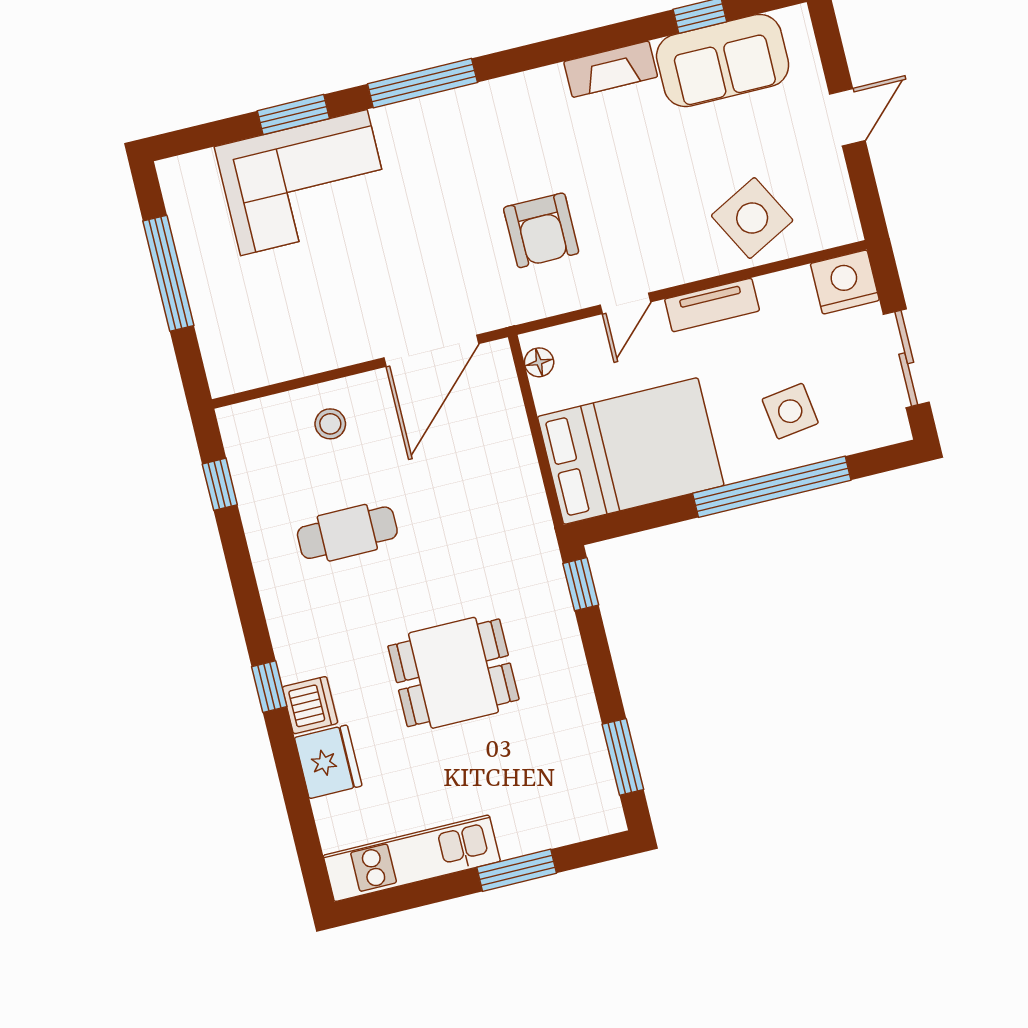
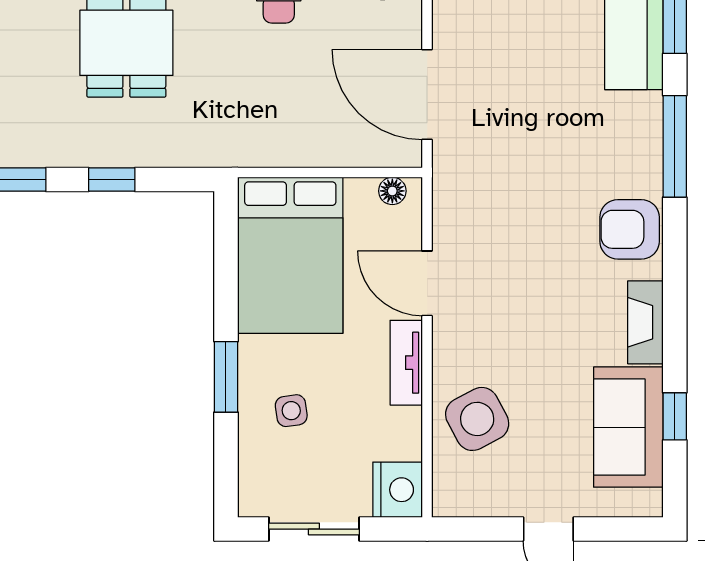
armchair: (541, 230) -> (630, 229), moved
door: (625, 303) -> (427, 283), width x1.37
side table: (790, 411) -> (291, 411), width x0.73, depth x0.73
window: (772, 487) -> (226, 377), width x0.47
window: (581, 584) -> (112, 180), moved

